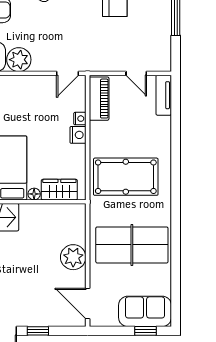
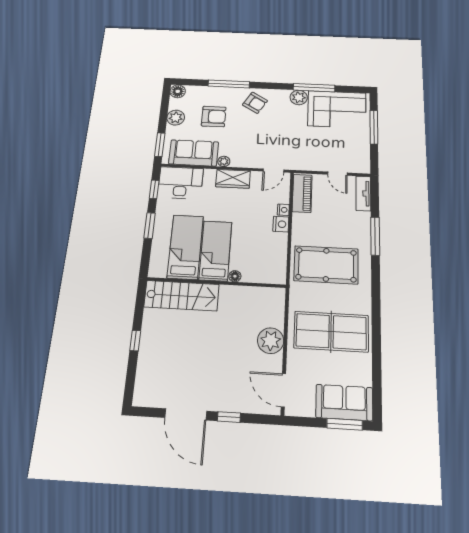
plant: (19, 60) -> (224, 161), width x0.53, depth x0.53
window: (176, 143) -> (375, 236), added
wardrobe: (59, 190) -> (233, 179), moved, turned 180
window: (145, 331) -> (345, 424), width x1.50

